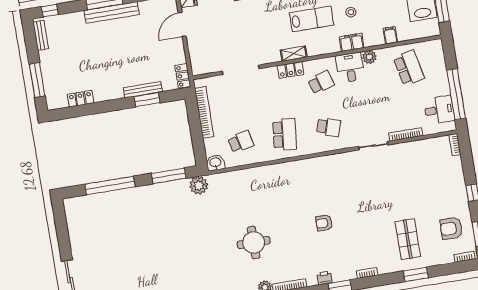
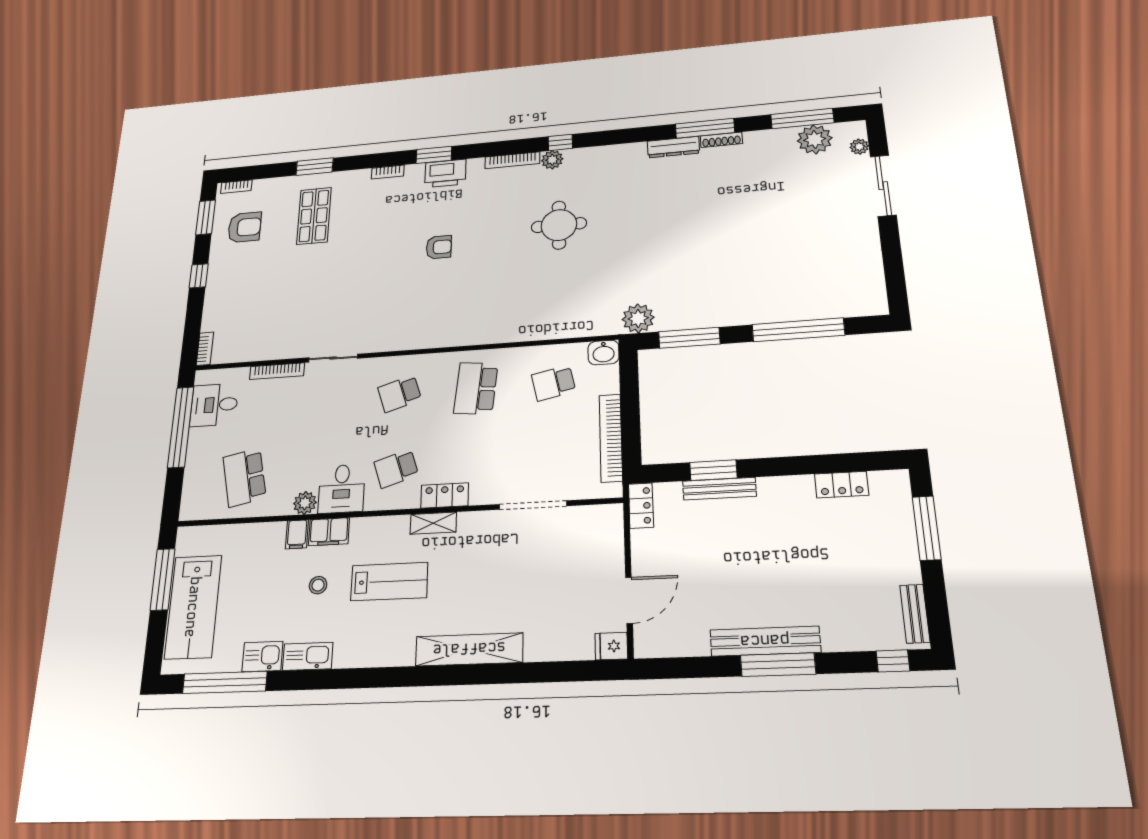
lab bench: (312, 19) -> (389, 581), turned 180
filing cabinet: (390, 35) -> (297, 534), moved
school desk: (329, 127) -> (400, 394), turned -36
printer: (325, 278) -> (445, 173), width x1.87, depth x1.48

